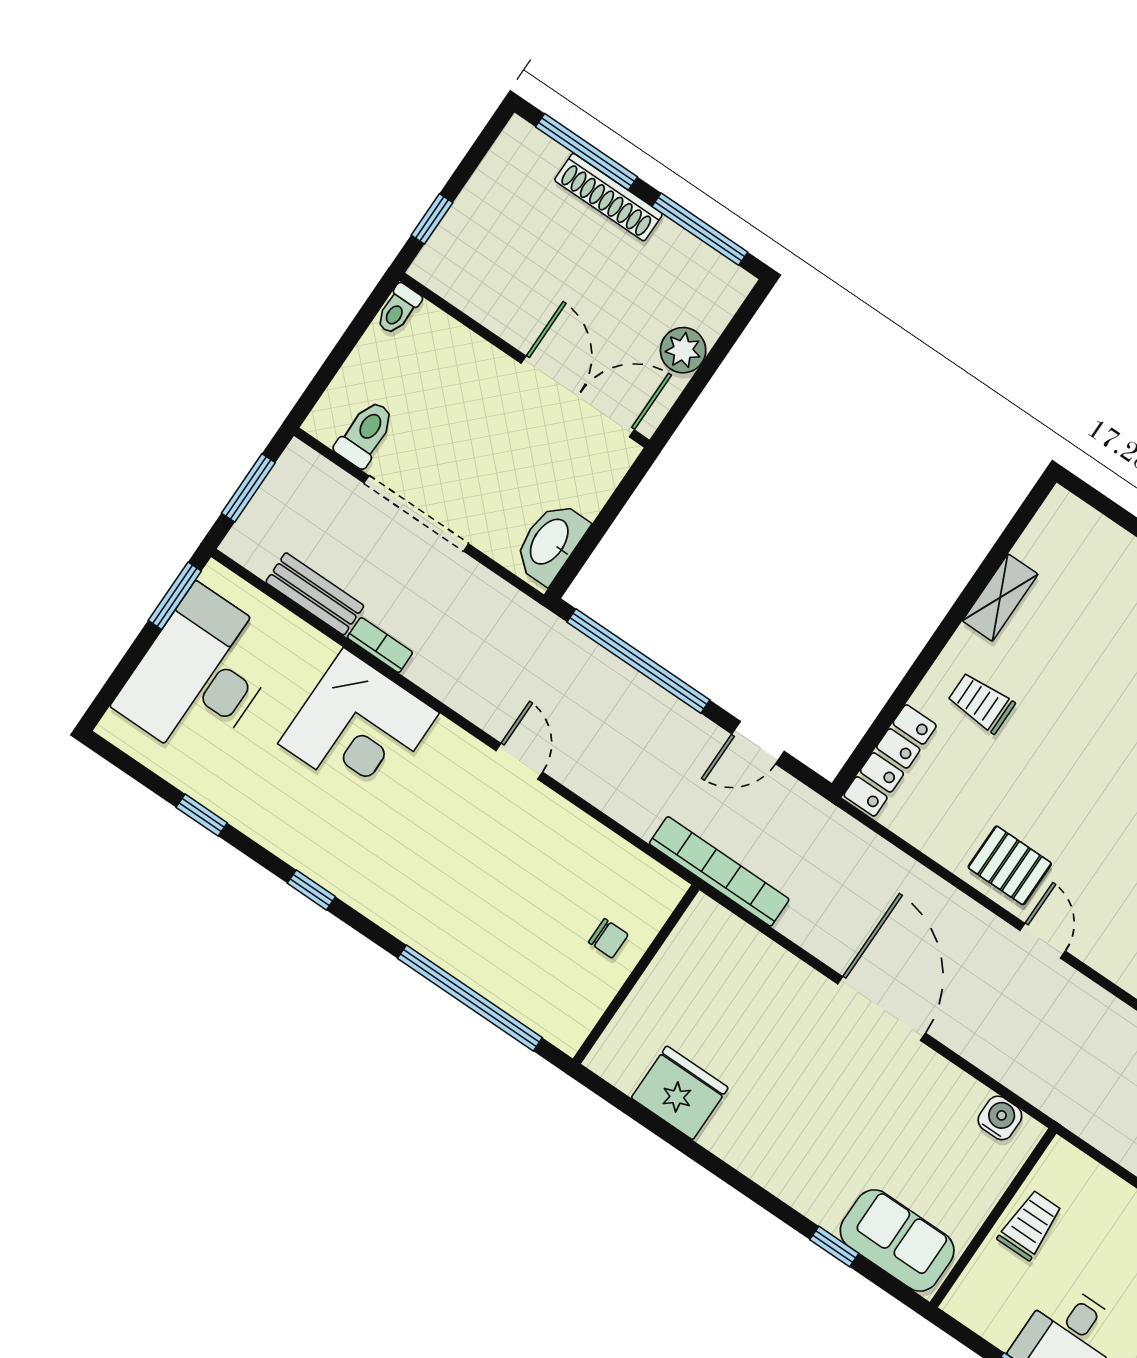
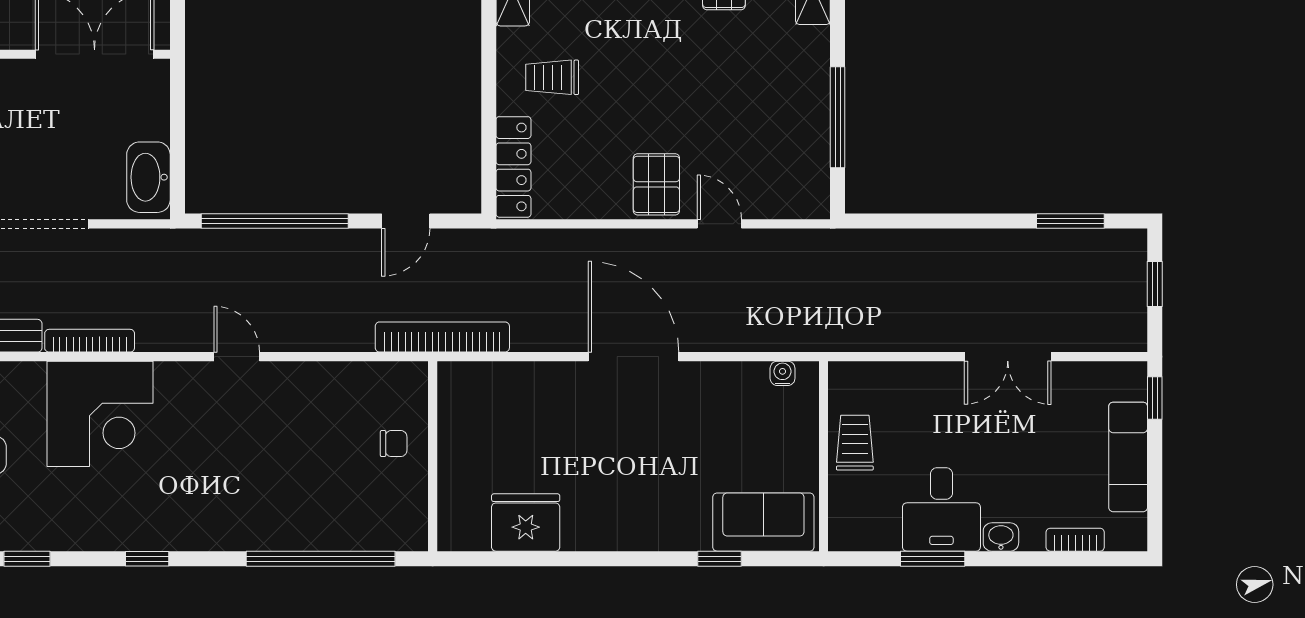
bookcase: (380, 645) -> (90, 341), width x1.56
pallet: (1010, 865) -> (656, 184), turned 90
water cooler: (1000, 1118) -> (783, 373), width x0.72, depth x0.72

